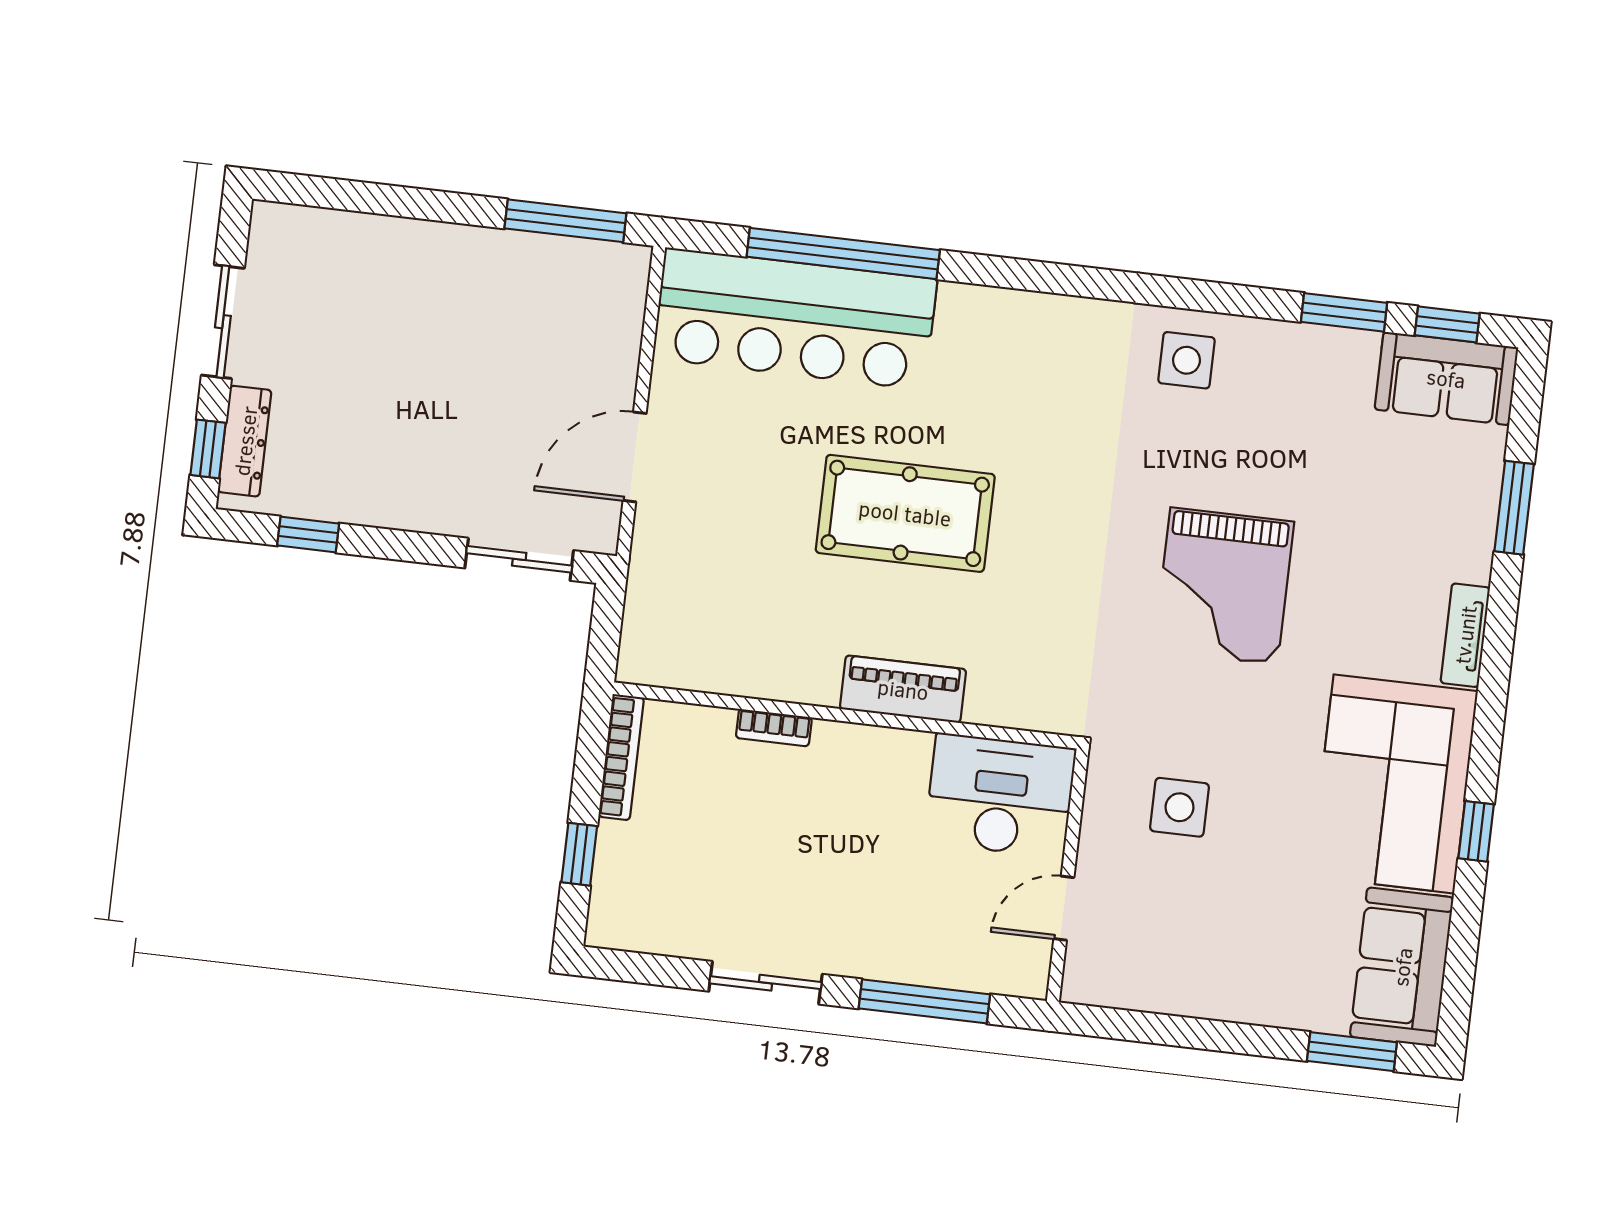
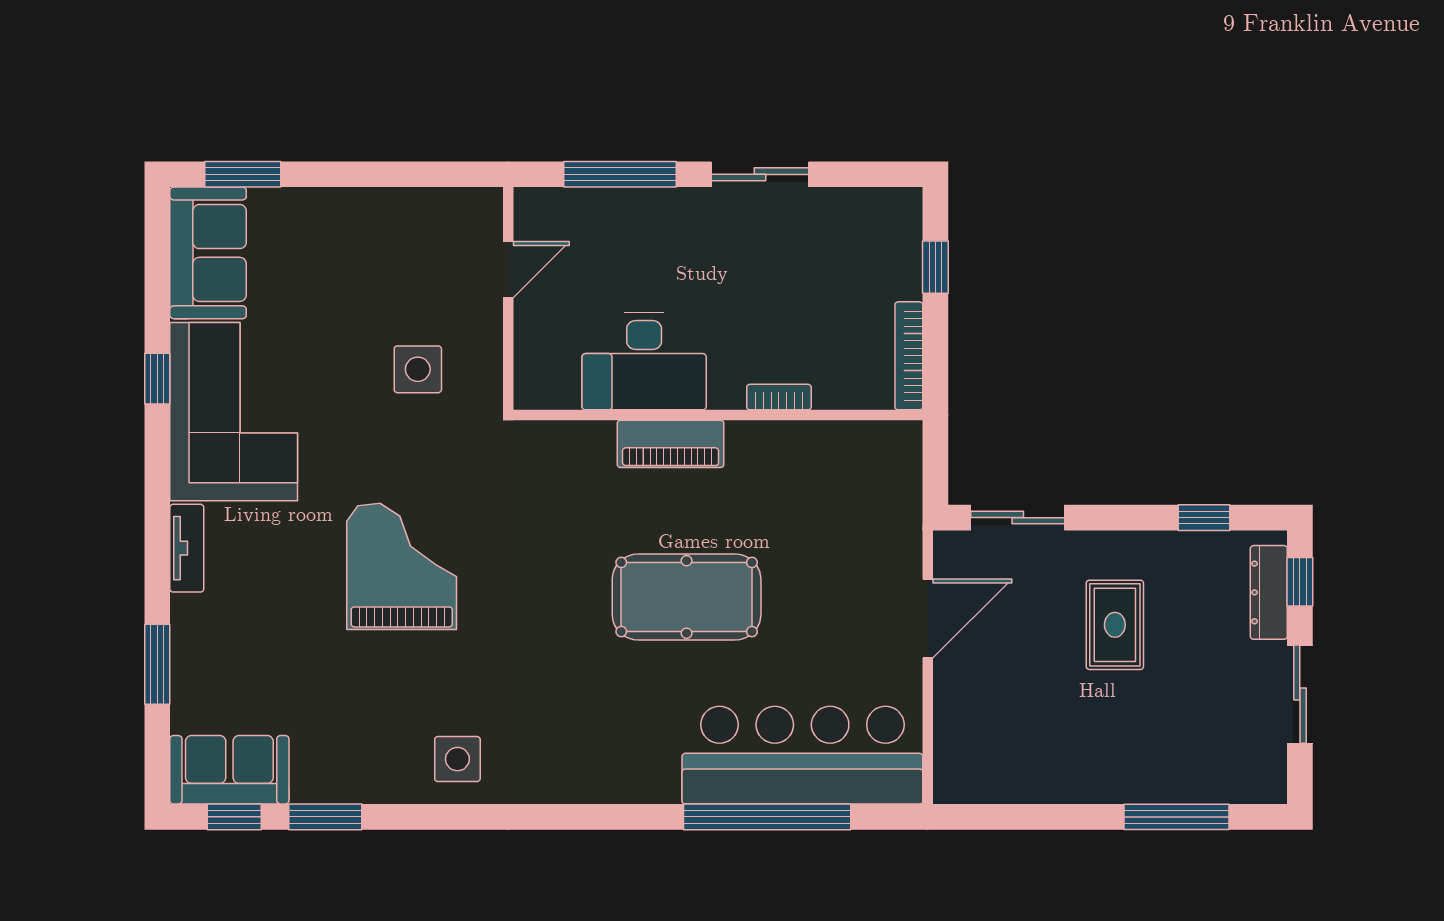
window: (565, 221) -> (1177, 817), moved
rug: (423, 425) -> (1115, 625), added
desk: (1000, 795) -> (644, 361), moved

